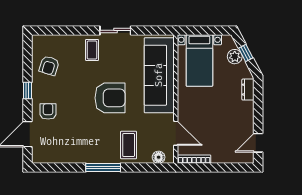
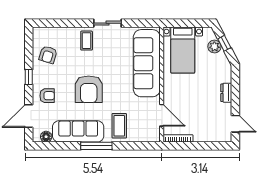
dresser: (248, 90) -> (226, 93), moved
armchair: (110, 98) -> (89, 89), moved, turned 90
armchair: (48, 111) -> (47, 96), turned 90
door: (258, 143) -> (235, 124), swing flipped
sofa: (83, 151) -> (78, 131), added
floor lamp: (159, 157) -> (46, 137), moved

